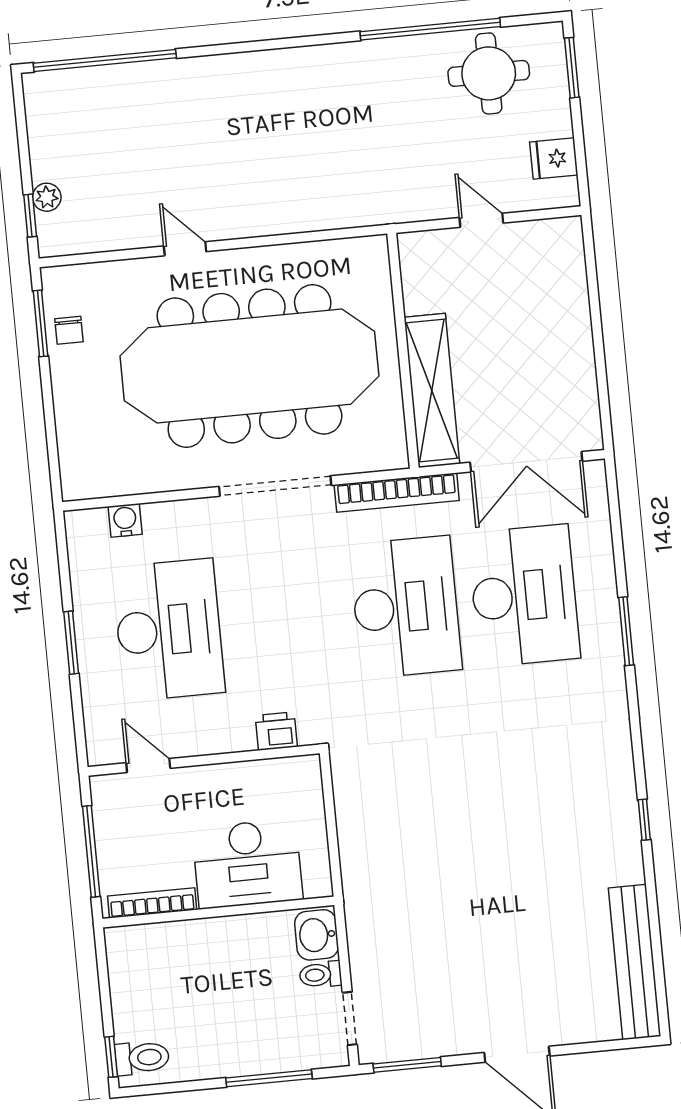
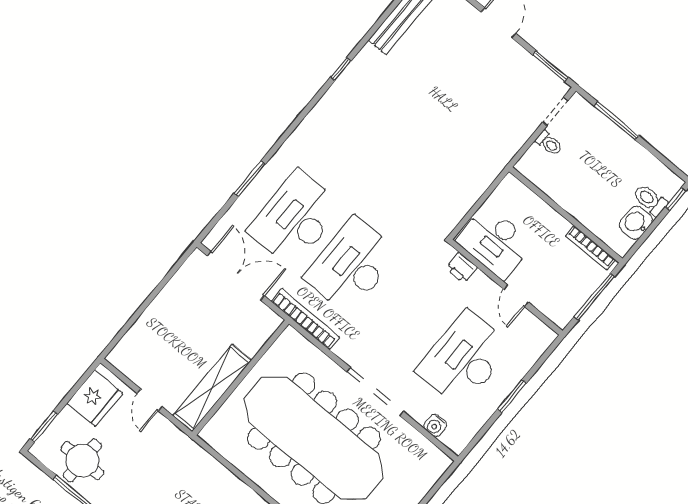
fridge: (554, 158) -> (95, 398), width x1.88, depth x1.34
shelving: (432, 390) -> (212, 388), moved
doorway: (275, 486) -> (375, 391), moved
window: (626, 631) -> (250, 179), moved
door: (148, 765) -> (516, 296), moved
desk: (247, 864) -> (495, 242), moved, turned 180
washbasin: (317, 935) -> (636, 223), moved, turned 180
toilet: (142, 1058) -> (650, 200), moved

